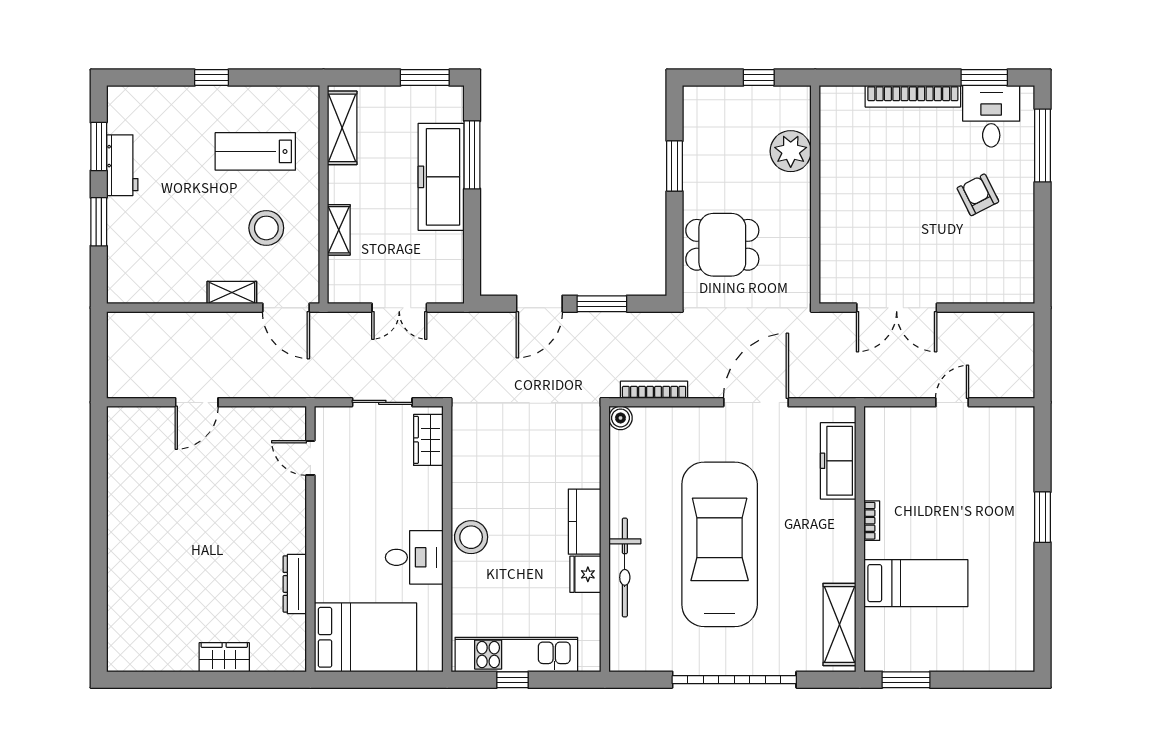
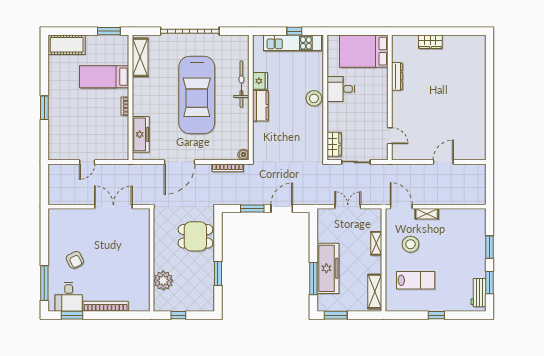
workbench: (122, 165) -> (478, 293), moved
cot: (996, 651) -> (67, 45), added

